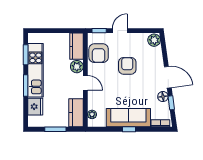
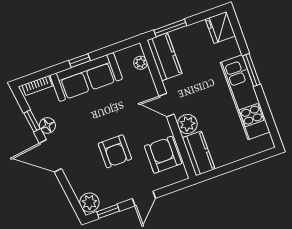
window: (99, 31) -> (108, 211), moved
window: (26, 55) -> (267, 115), removed
fridge: (35, 107) -> (220, 28), moved
window: (55, 129) -> (170, 28), moved

